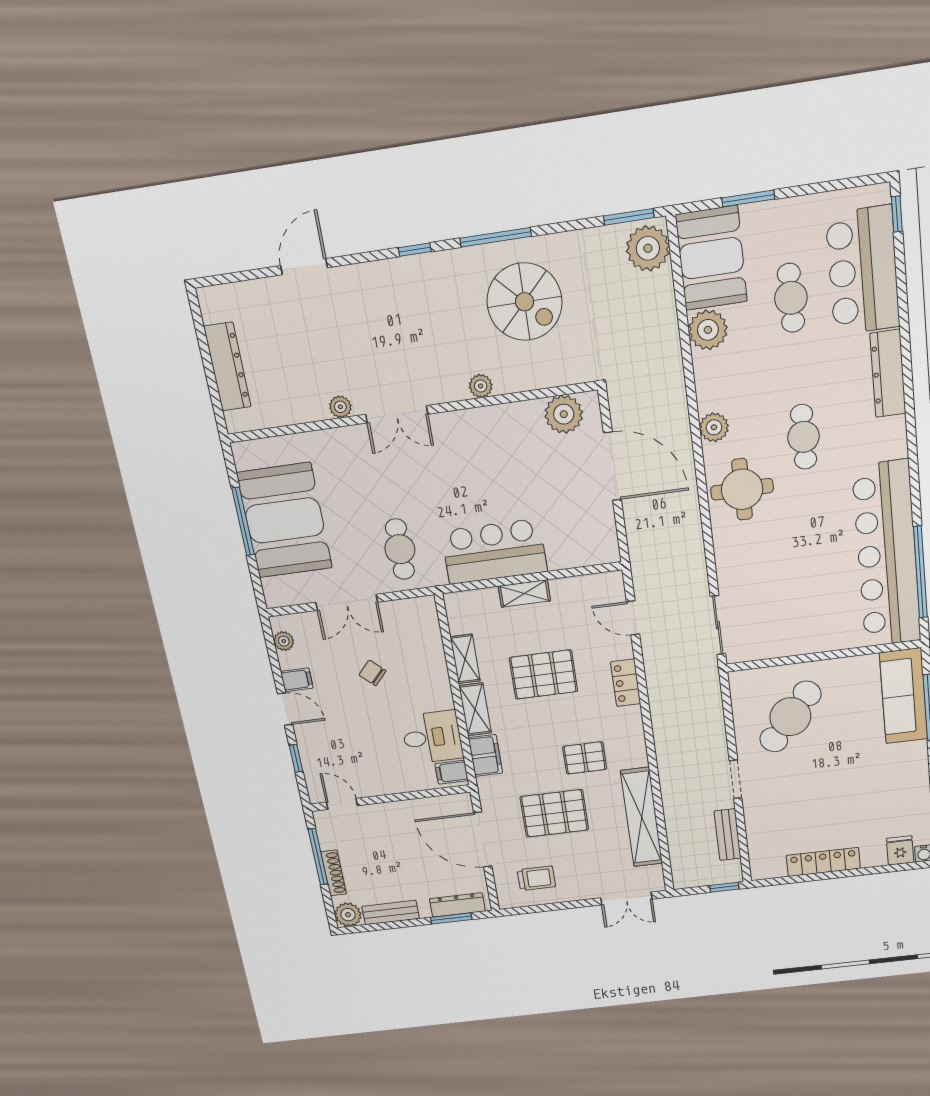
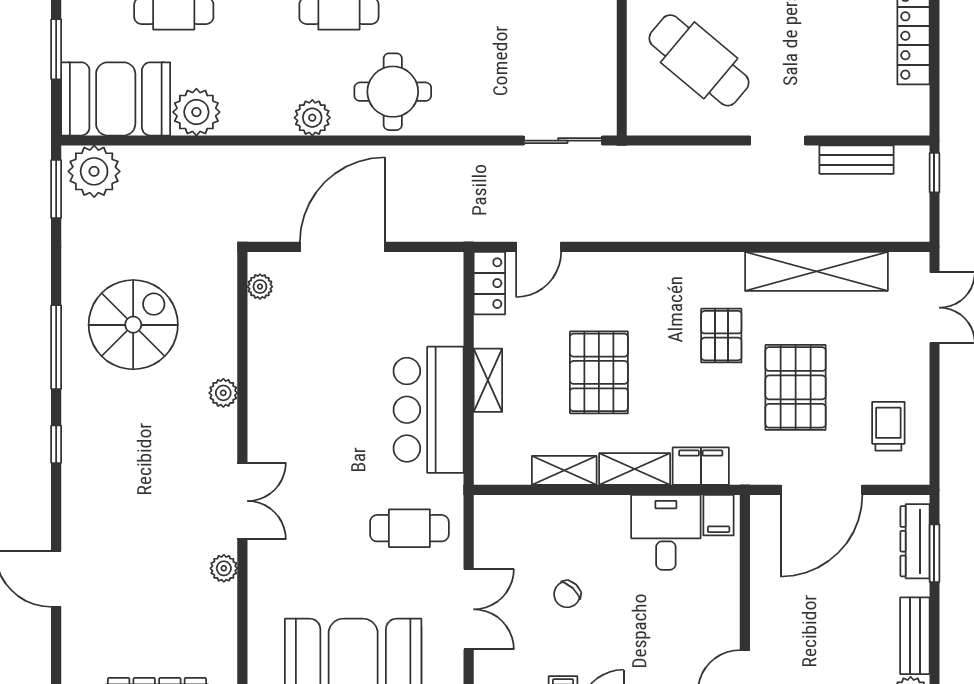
plant: (564, 414) -> (260, 287), width x0.53, depth x0.53
locker: (626, 683) -> (489, 283), moved, turned -90

